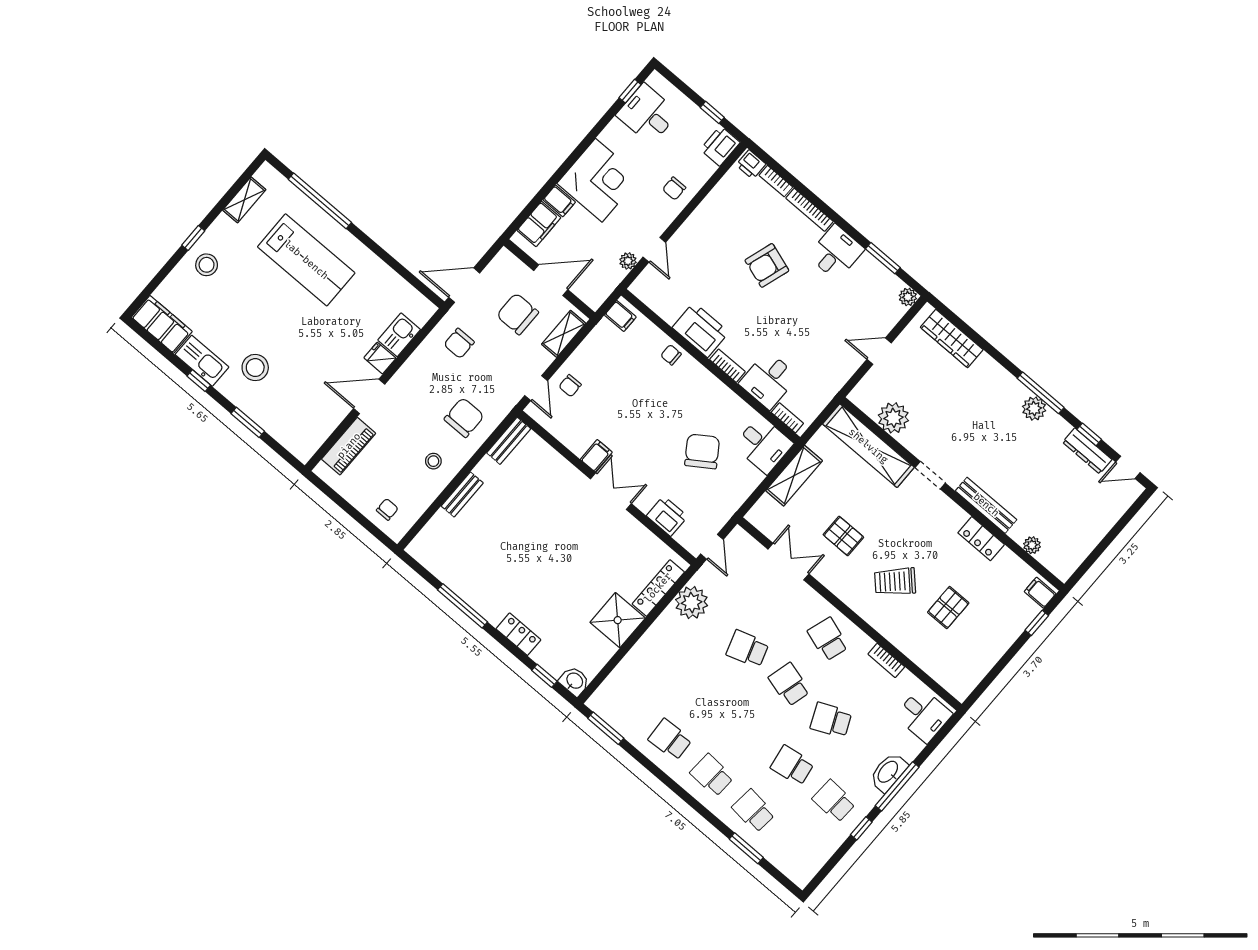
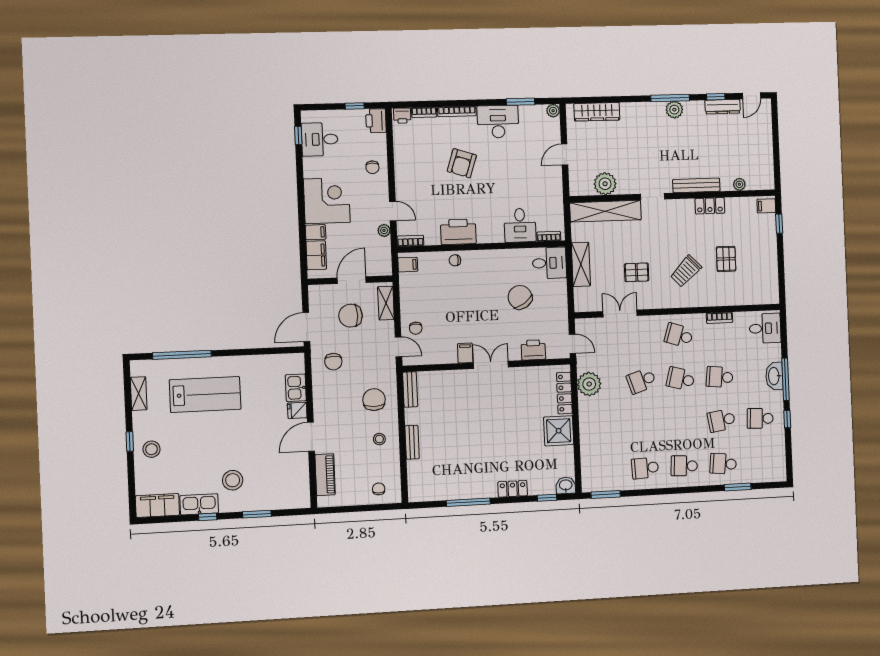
desk: (836, 252) -> (498, 122), width x1.37
bookcase: (727, 366) -> (410, 241), moved
school desk: (831, 720) -> (720, 377), turned 30

